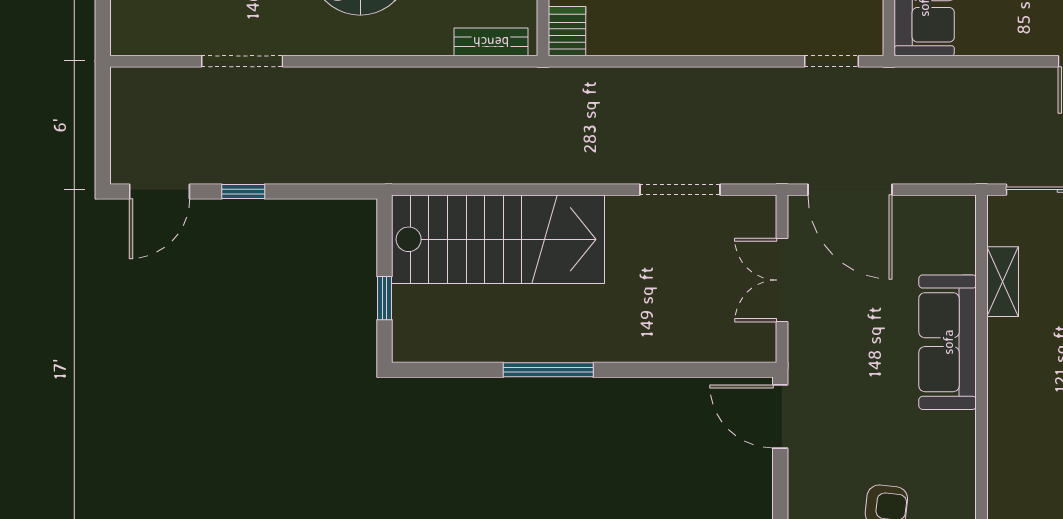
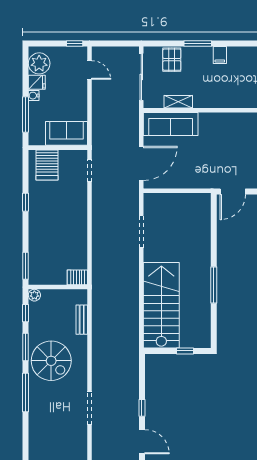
bench: (491, 42) -> (82, 320), moved
double door: (782, 280) -> (178, 191), removed
sofa: (948, 342) -> (171, 124), moved

